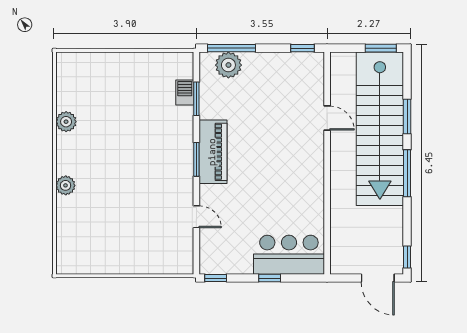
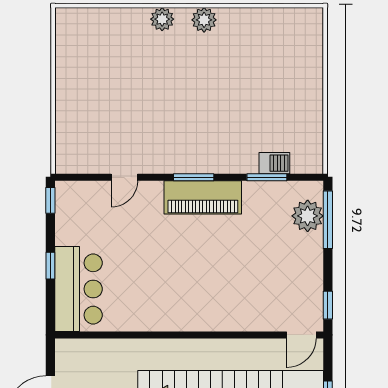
door: (327, 118) -> (301, 335), moved
plant: (66, 122) -> (204, 20), moved

